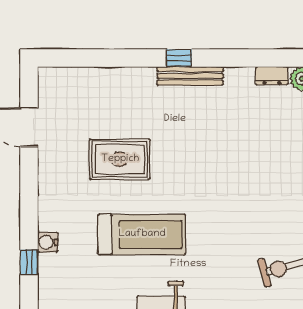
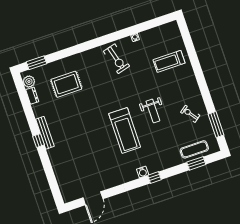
rug: (120, 159) -> (66, 84), moved, turned 90
treadmill: (142, 234) -> (125, 130), turned 180

